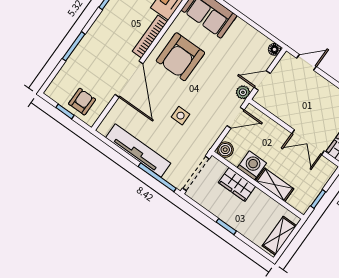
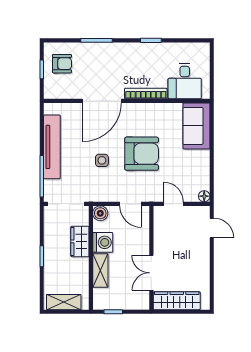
armchair: (180, 57) -> (142, 154), moved, turned 180
plant: (243, 92) -> (154, 195), removed
armchair: (82, 102) -> (62, 64), moved

